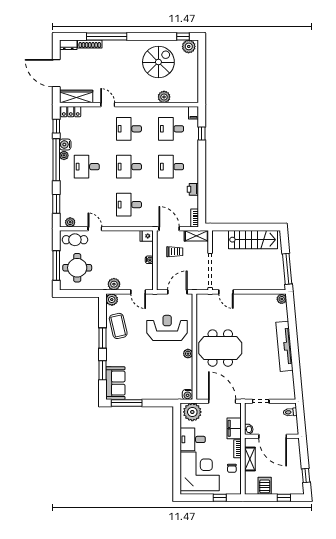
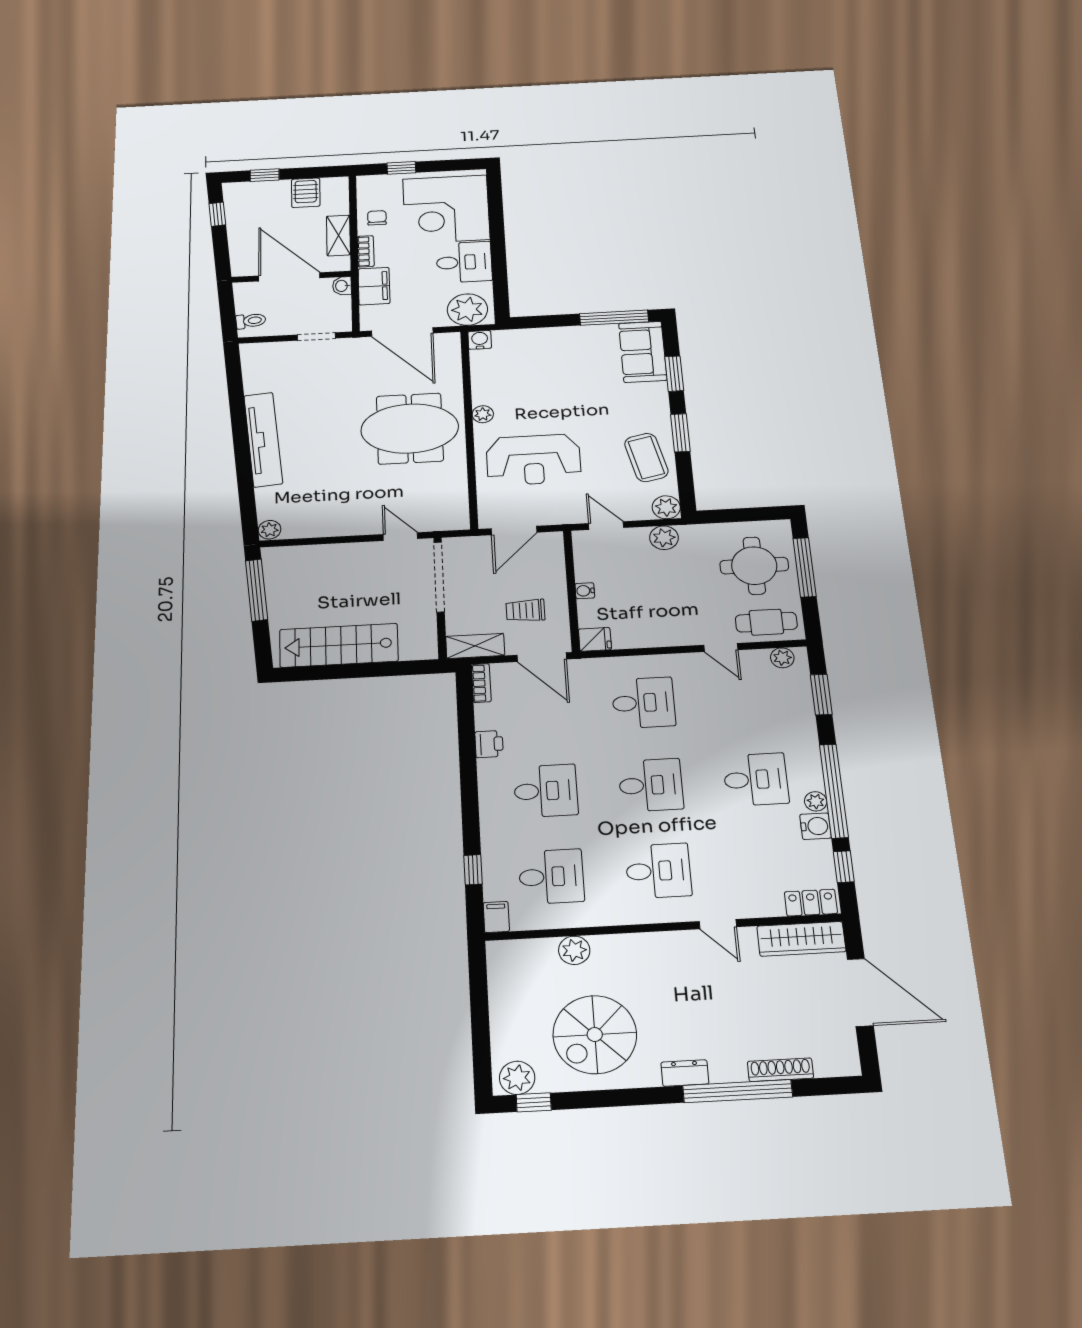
dresser: (68, 45) -> (685, 1073), moved

